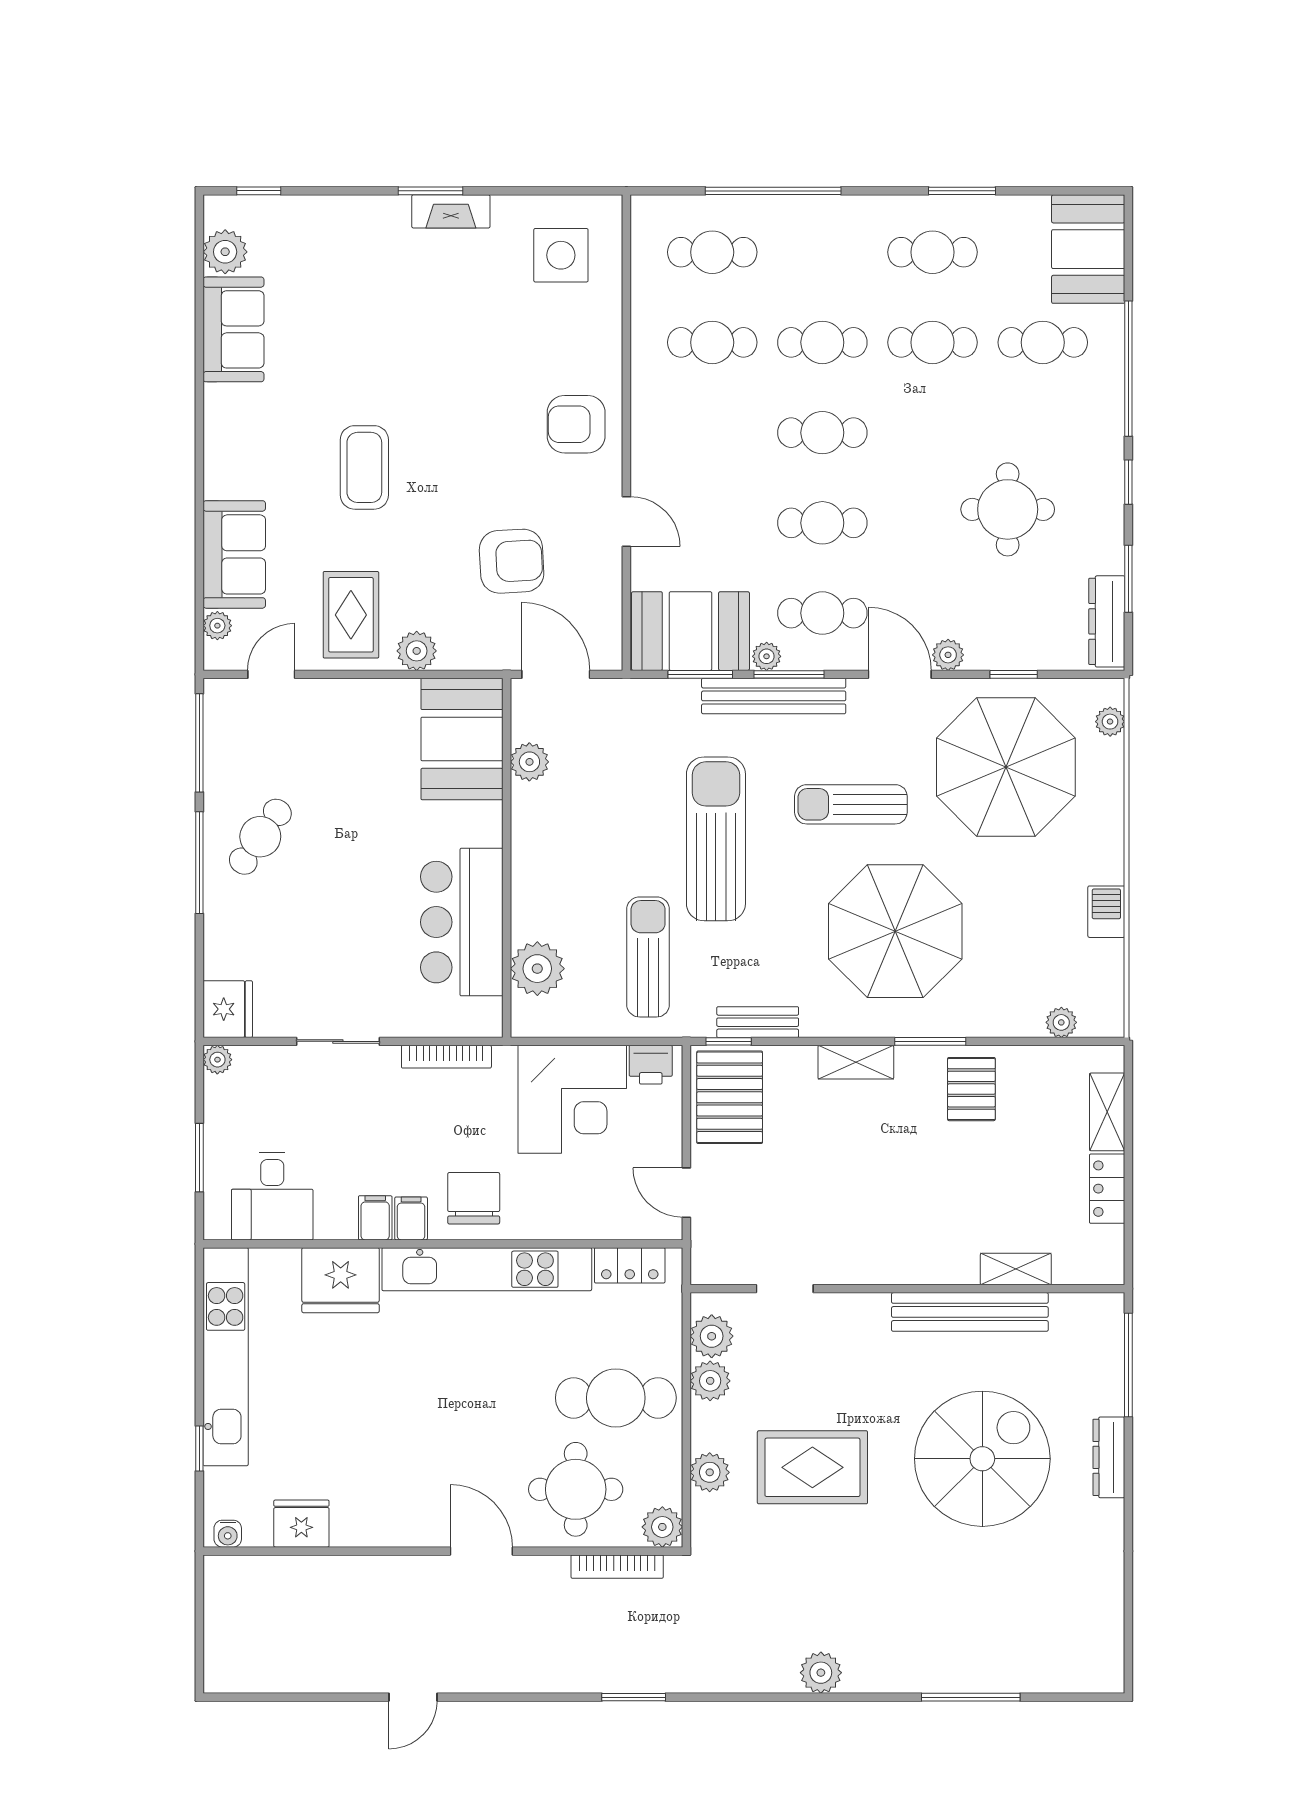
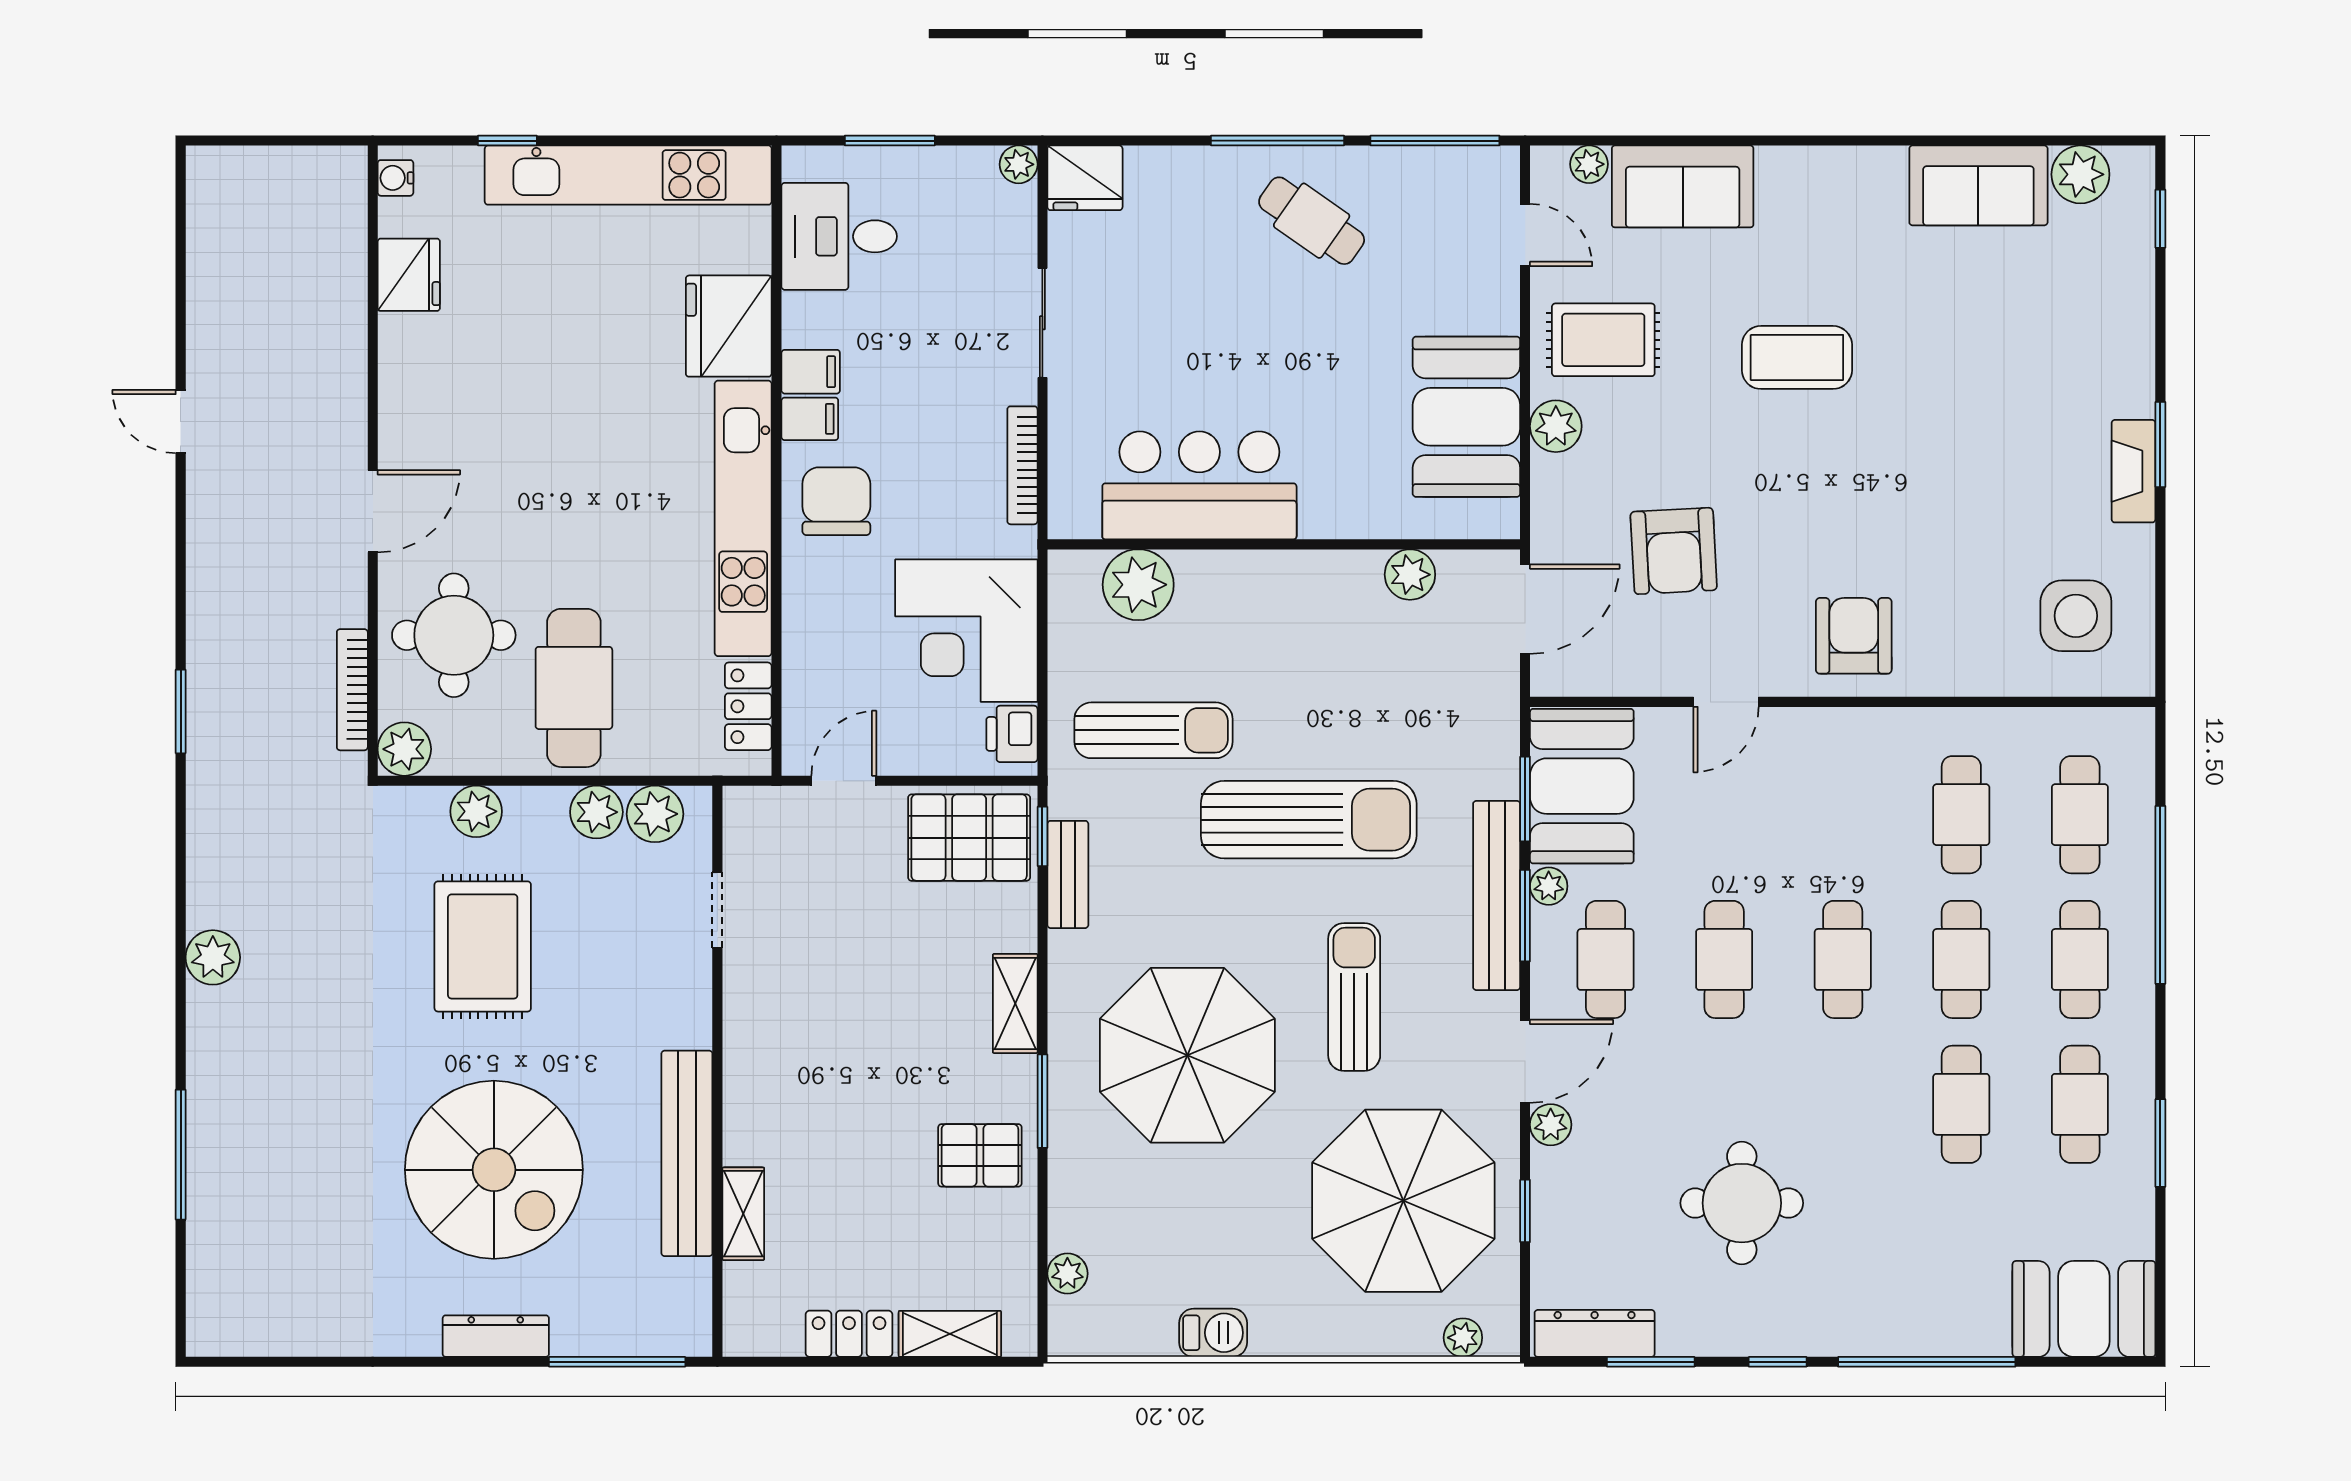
cafe table: (1043, 342) -> (2080, 959), moved
booth: (462, 739) -> (1466, 417), moved, turned 90
chair: (474, 1198) -> (836, 501), turned -90

